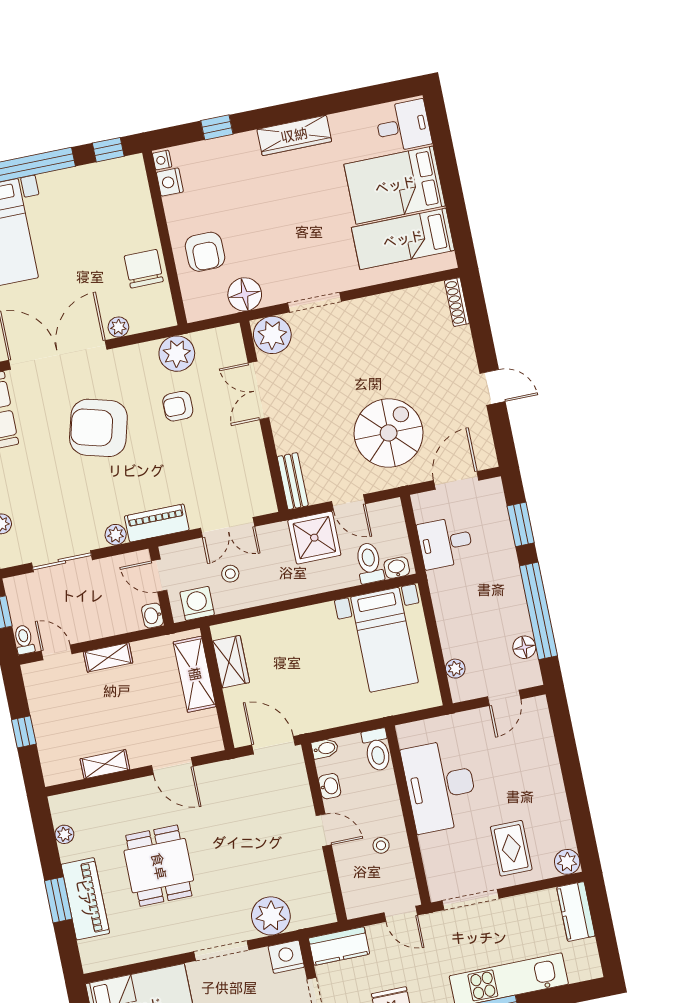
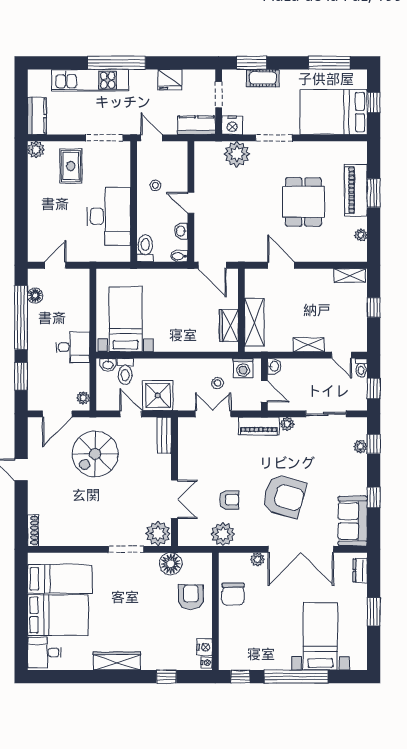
desk: (445, 543) -> (73, 347), moved
plant: (455, 669) -> (83, 398), moved
shelving: (105, 764) -> (350, 275), moved

